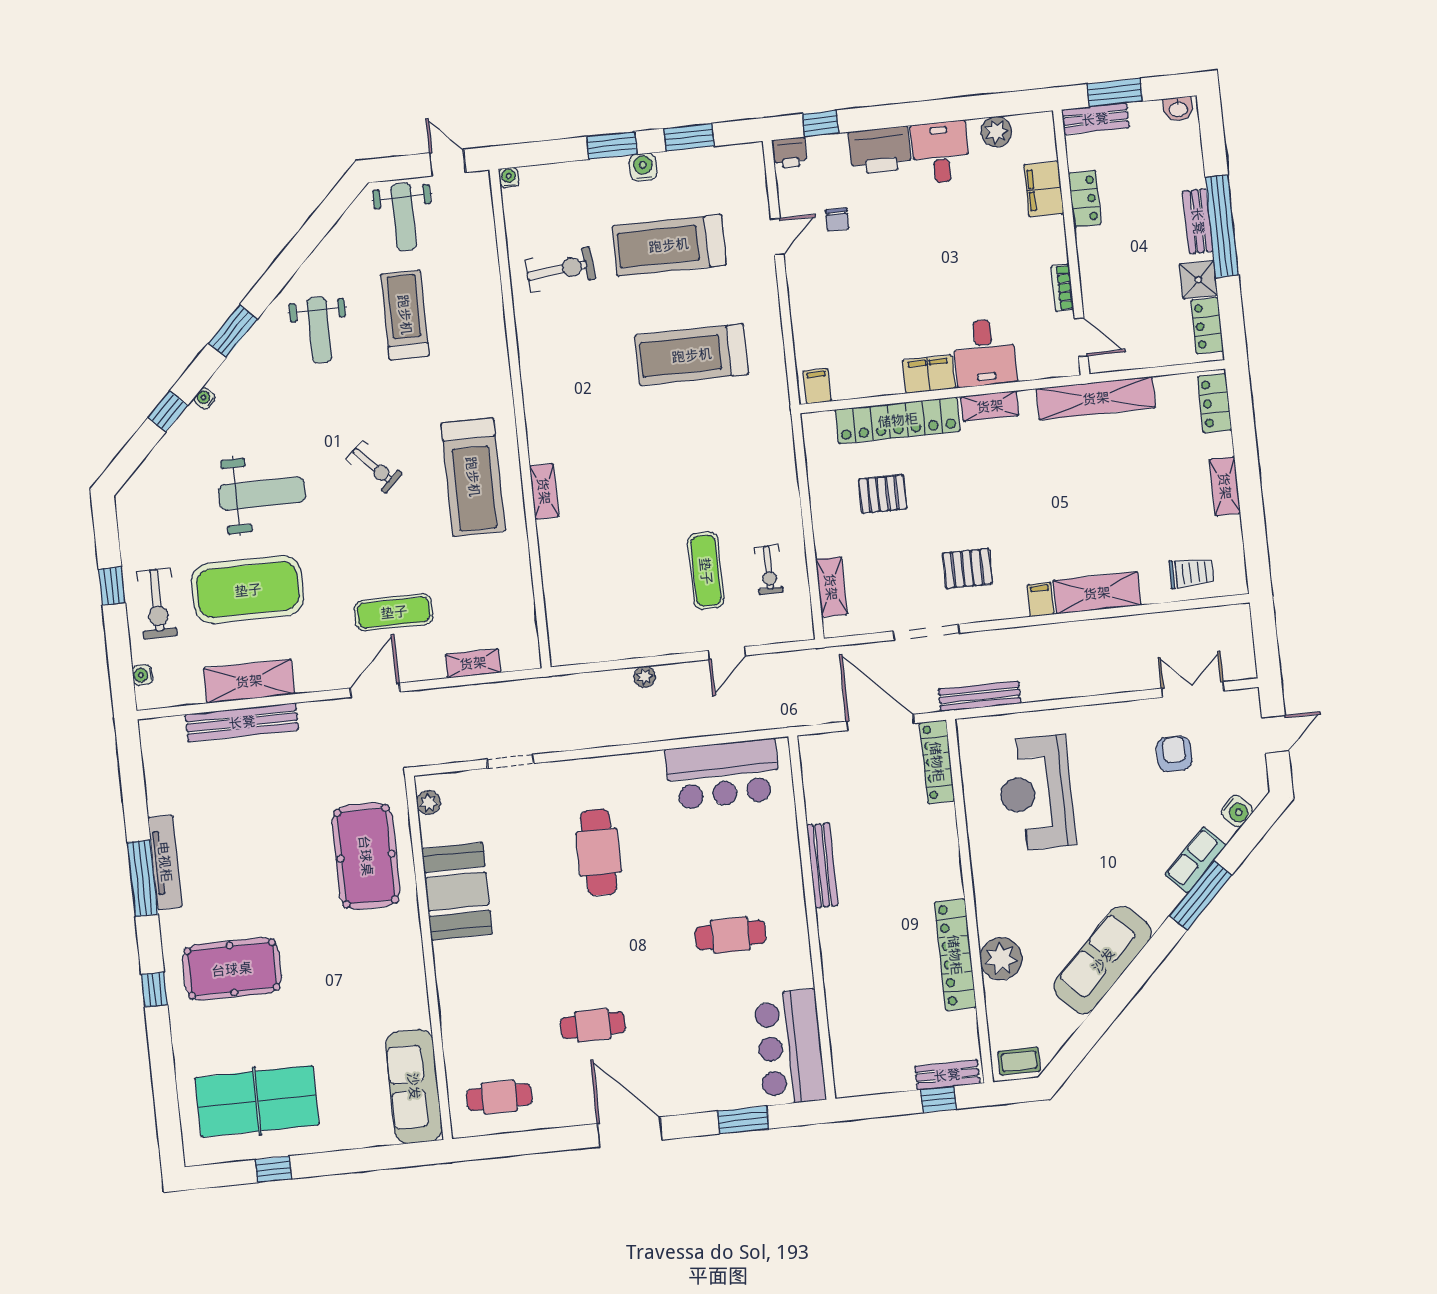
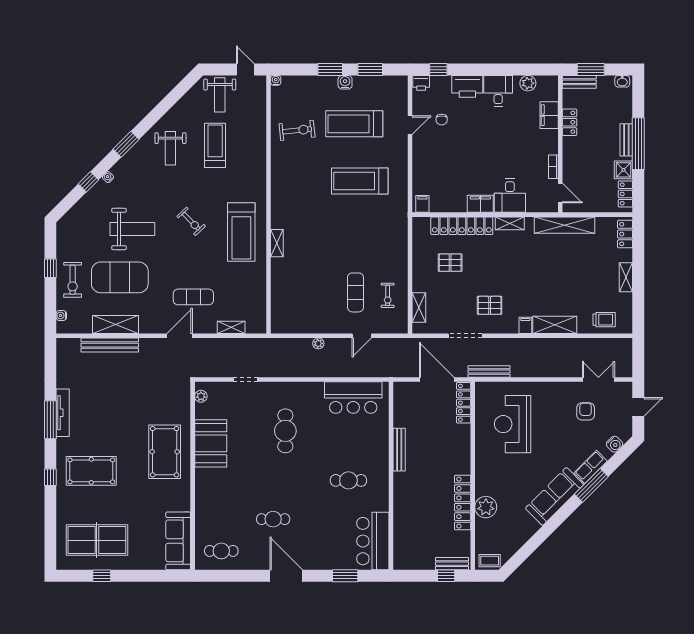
pool table: (366, 856) -> (165, 452), moved
sofa: (1103, 960) -> (554, 496), moved

